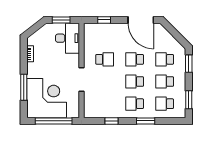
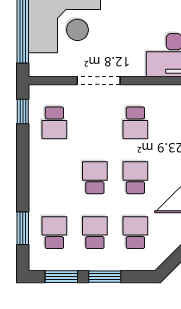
window: (189, 64) -> (105, 277), moved
school desk: (135, 104) -> (54, 123), moved, turned 180
window: (112, 121) -> (23, 112), moved
window: (146, 121) -> (23, 228), moved

